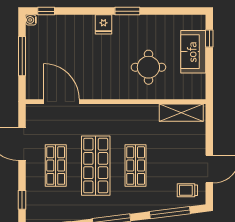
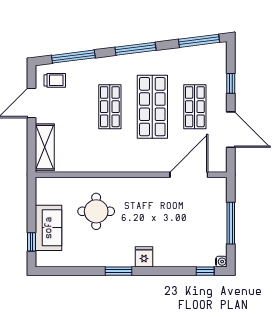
door: (61, 102) -> (189, 175), swing flipped
shelving: (181, 113) -> (45, 147), moved, turned 90
window: (22, 200) -> (231, 83), moved

